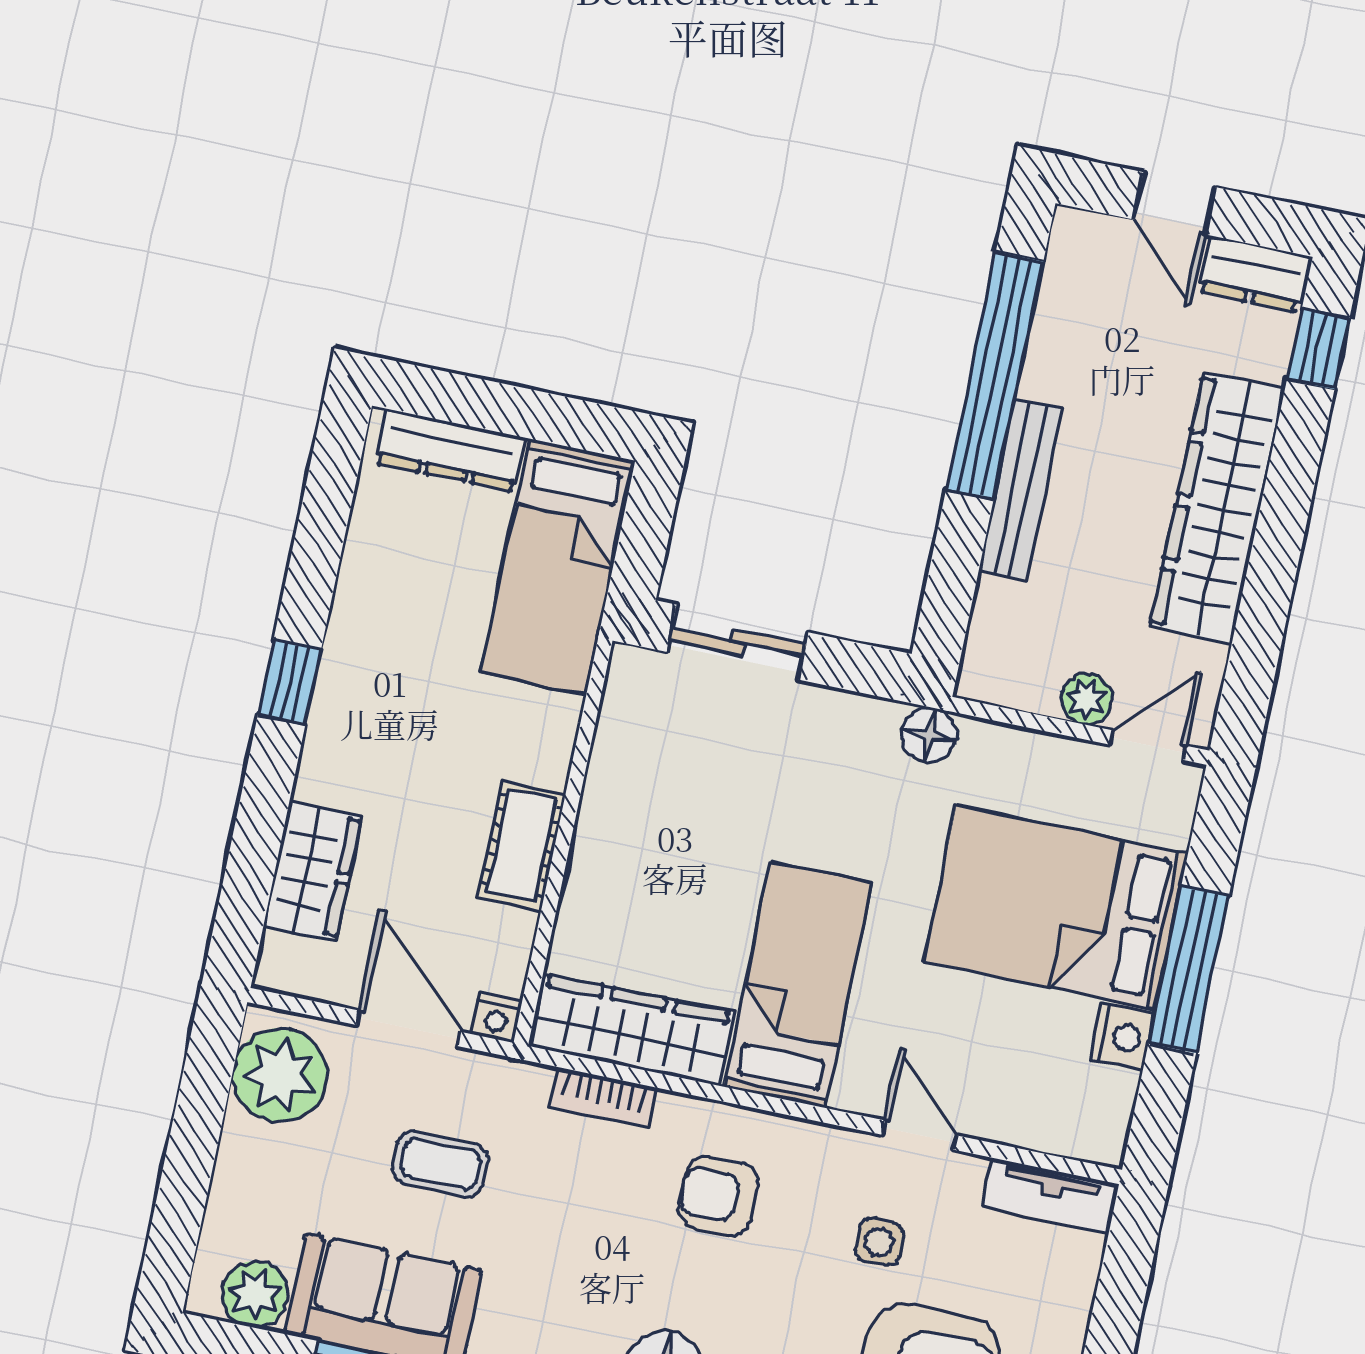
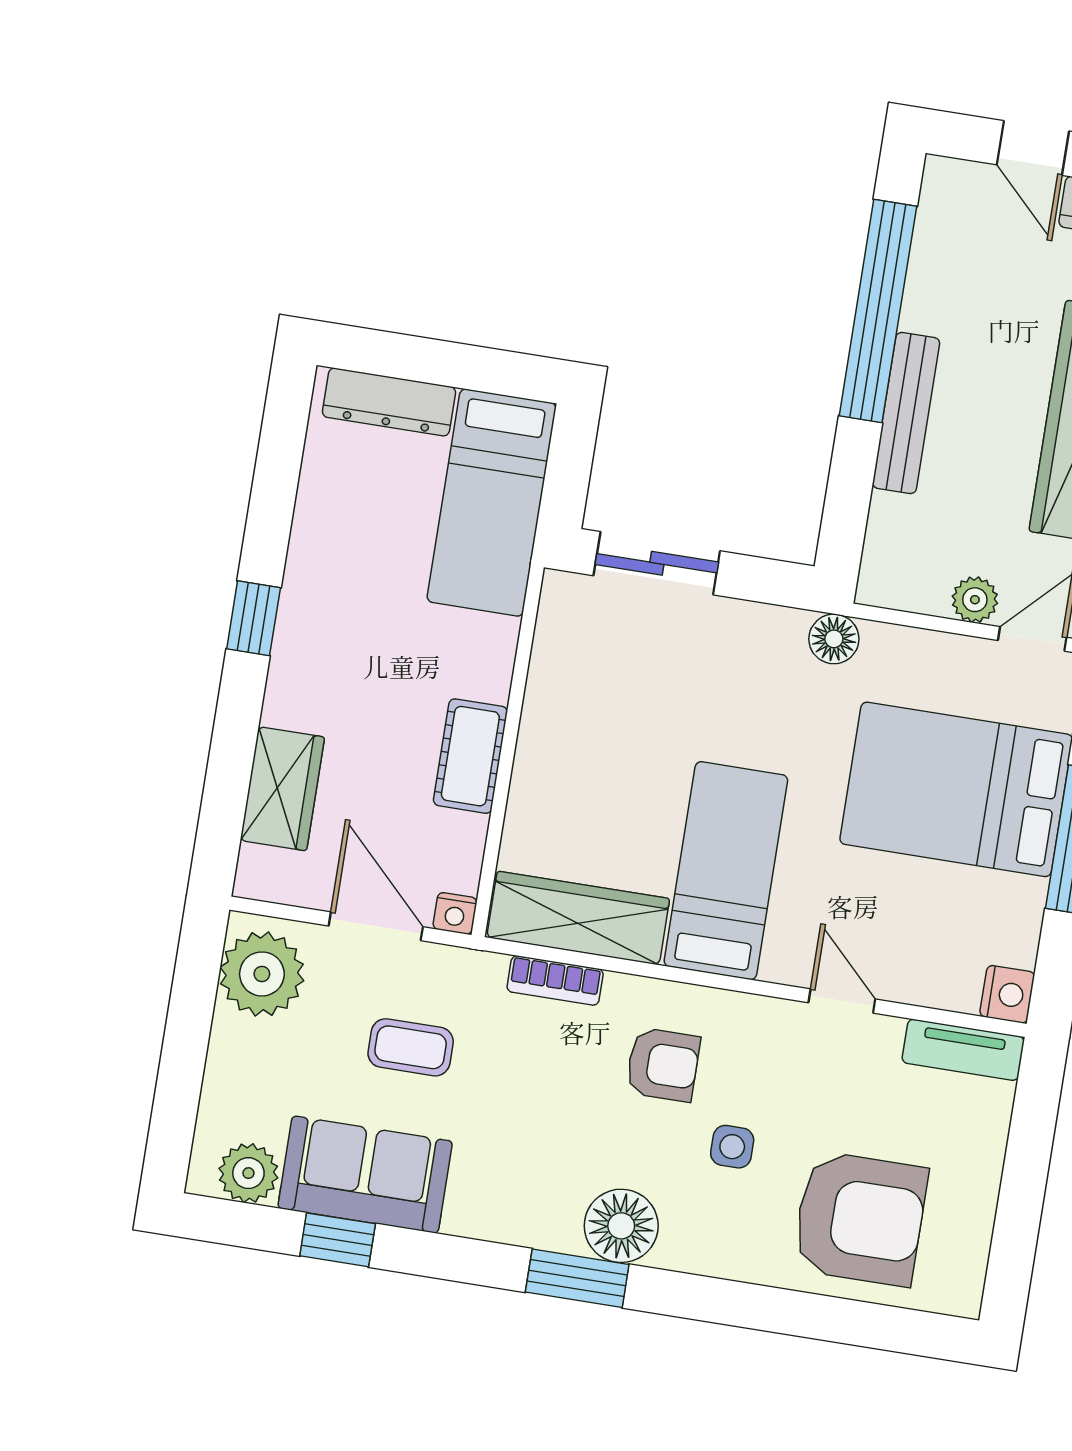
nightstand: (1123, 1037) -> (1007, 994), moved
armchair: (718, 1196) -> (663, 1065), turned 180
side table: (879, 1242) -> (732, 1147), moved

